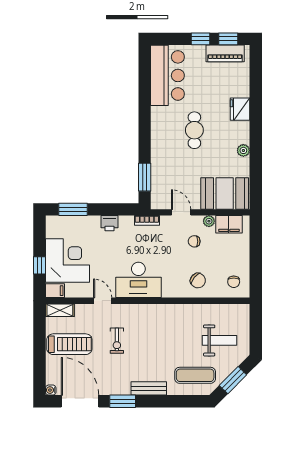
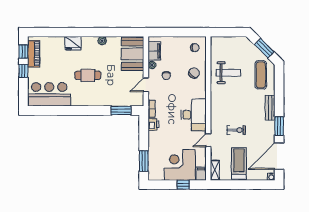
printer: (109, 223) -> (153, 124), moved
weight bench: (219, 340) -> (228, 73), moved, turned 90

